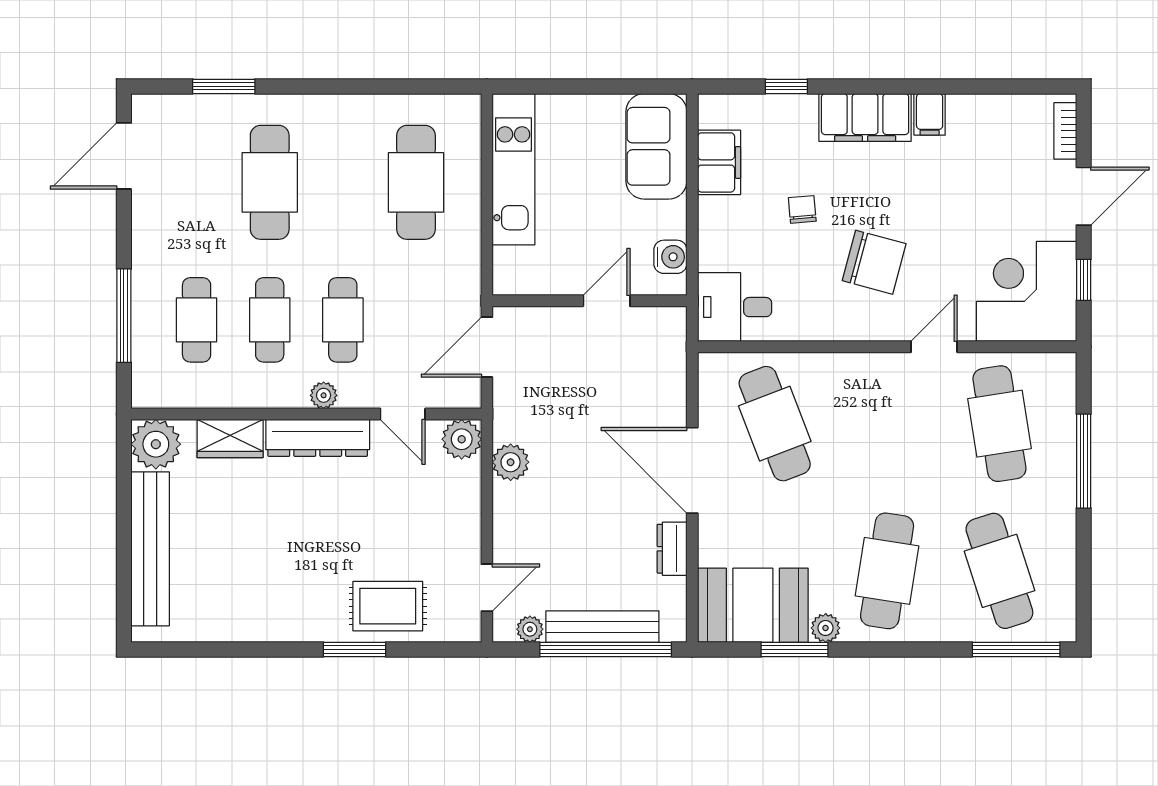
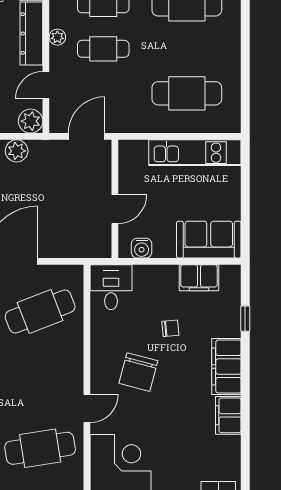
filing cabinet: (930, 114) -> (228, 415), width x2.00
door: (607, 301) -> (115, 209), hinge flipped
door: (487, 347) -> (87, 136), hinge flipped
door: (934, 347) -> (87, 408), hinge flipped

